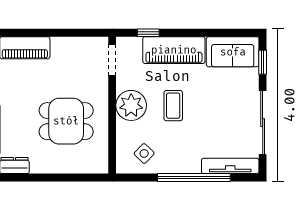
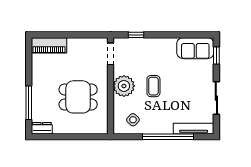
piano: (174, 50) -> (154, 47), removed
sliding door: (263, 123) -> (216, 98), width x0.73

